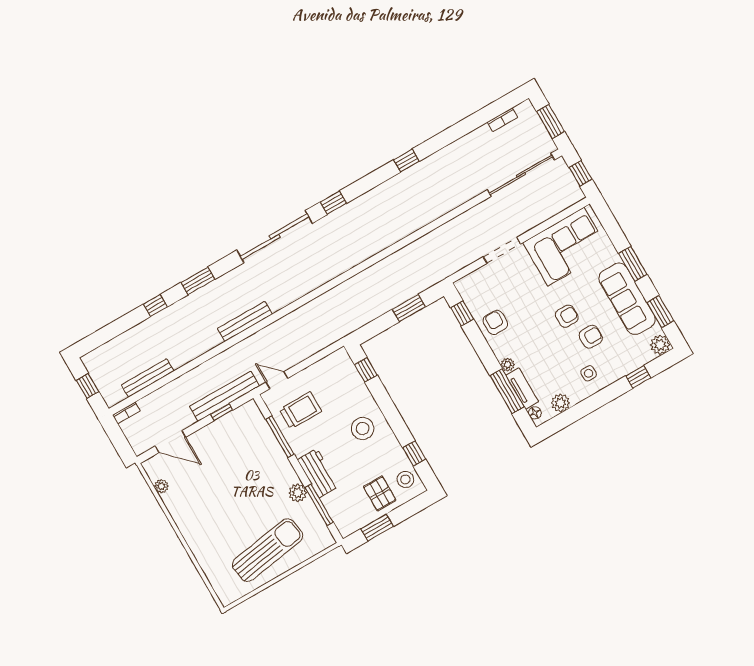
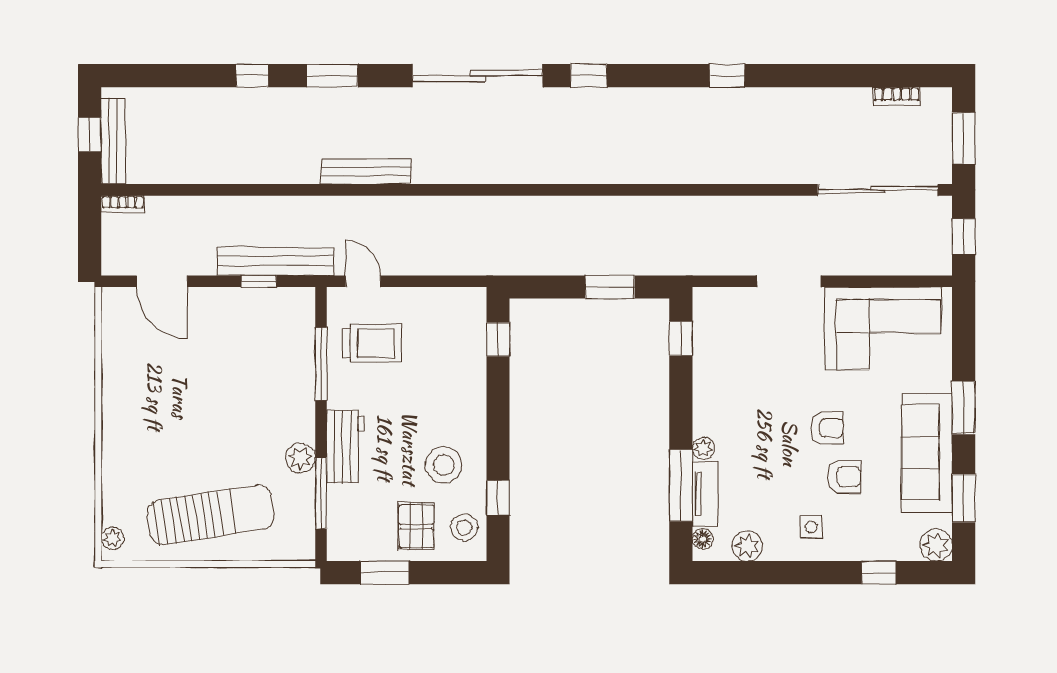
armchair: (495, 322) -> (721, 378), removed
bench: (148, 378) -> (113, 141), moved, turned 90
stool: (363, 428) -> (444, 465), moved
plant: (161, 486) -> (112, 538), moved

